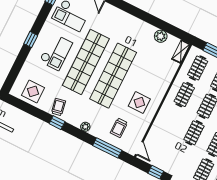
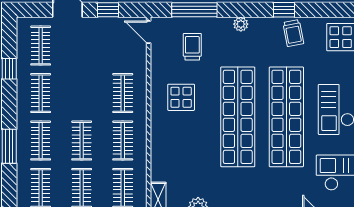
clothes rail: (194, 133) -> (123, 93), moved

